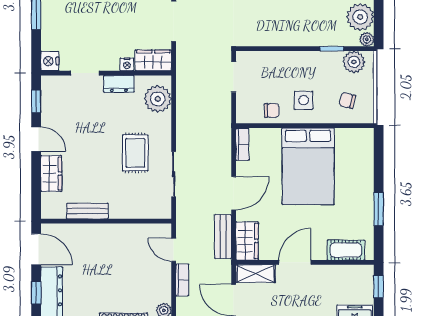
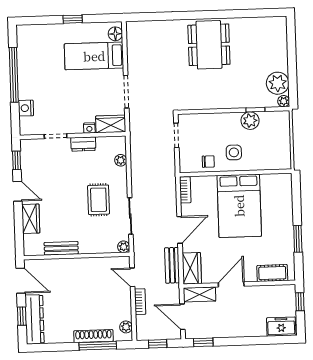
nightstand: (50, 61) -> (26, 108), moved
plant: (354, 62) -> (250, 121), moved
plant: (158, 99) -> (121, 160), width x0.53, depth x0.53
chair: (347, 100) -> (269, 151), removed
plant: (164, 212) -> (124, 247), added

